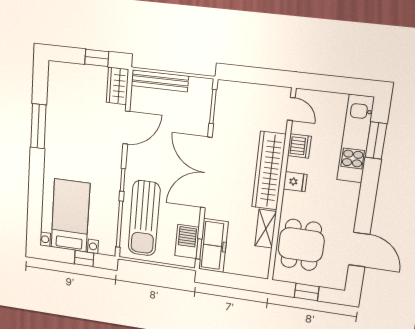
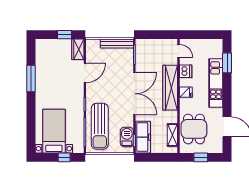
bench: (160, 81) -> (117, 44), moved
kitchen unit: (356, 139) -> (216, 83), moved
double door: (206, 173) -> (134, 94), swing flipped
shelving: (266, 229) -> (172, 135), moved

